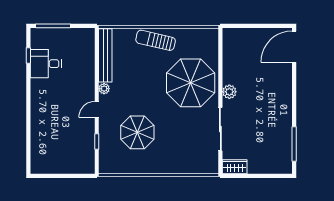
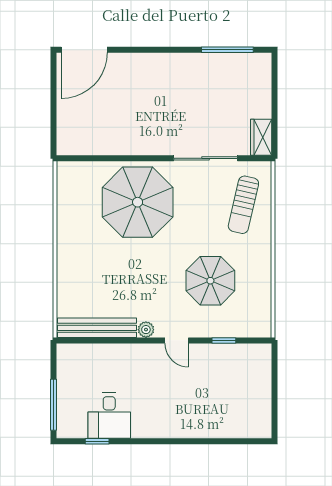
sun lounger: (156, 40) -> (243, 205), moved
door: (294, 47) -> (84, 50), hinge flipped
plant: (229, 92) -> (151, 145), removed

